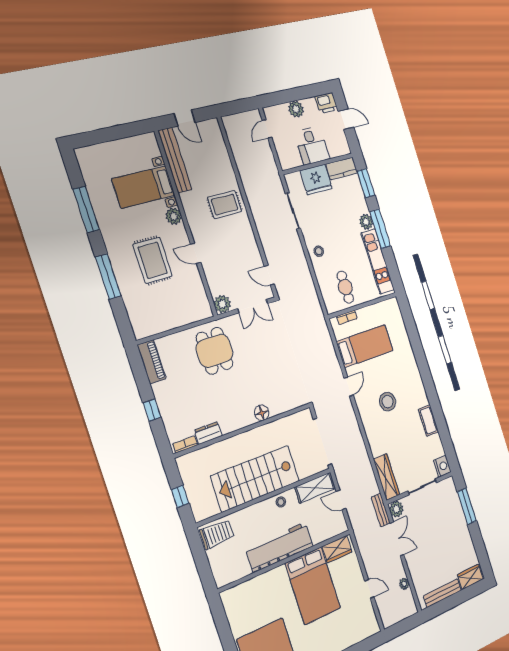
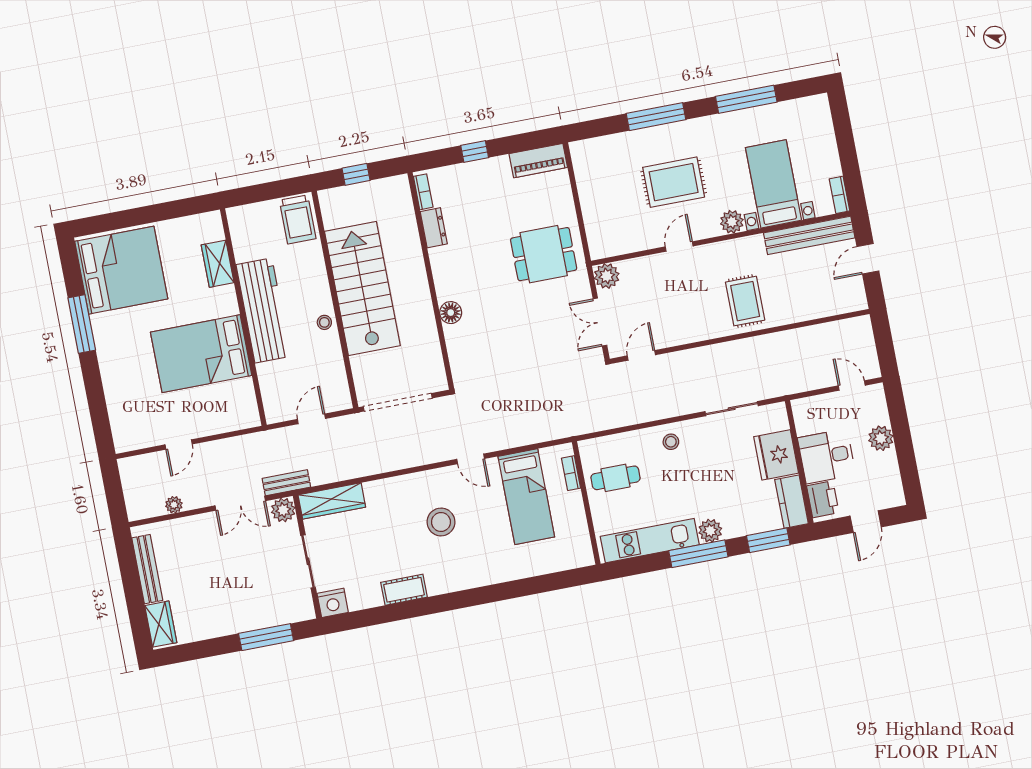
printer: (326, 103) -> (823, 499), moved, turned 180
bookcase: (144, 139) -> (840, 195), added
shelving: (315, 488) -> (335, 379), removed
wardrobe: (337, 549) -> (218, 264), moved

